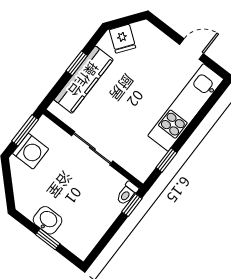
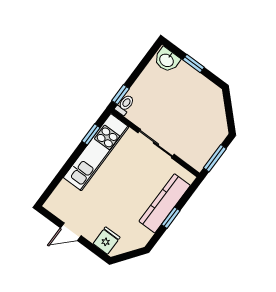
fridge: (122, 39) -> (107, 241), moved, turned 53
kitchen unit: (186, 107) -> (96, 152), moved
washing machine: (31, 151) -> (210, 140), removed
washbasin: (48, 220) -> (167, 60), moved

